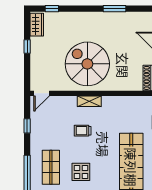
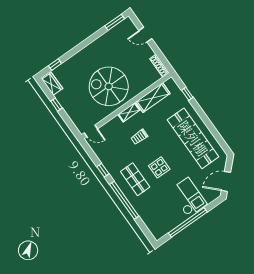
window: (115, 9) -> (115, 22), moved
door: (42, 93) -> (91, 131), hinge flipped
shelving: (121, 103) -> (153, 98), added
window: (27, 126) -> (103, 170), moved

